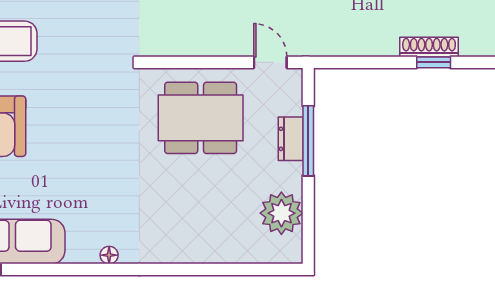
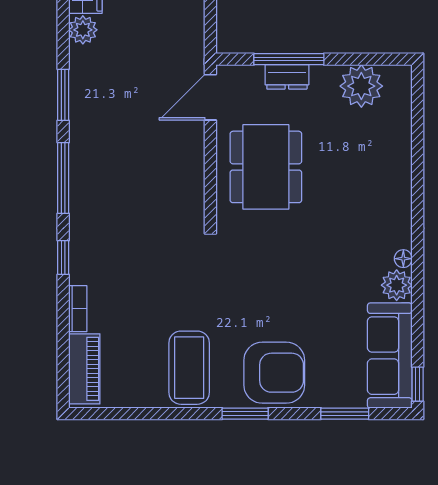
door: (270, 62) -> (210, 97), width x1.38
plant: (83, 248) -> (397, 285), added

